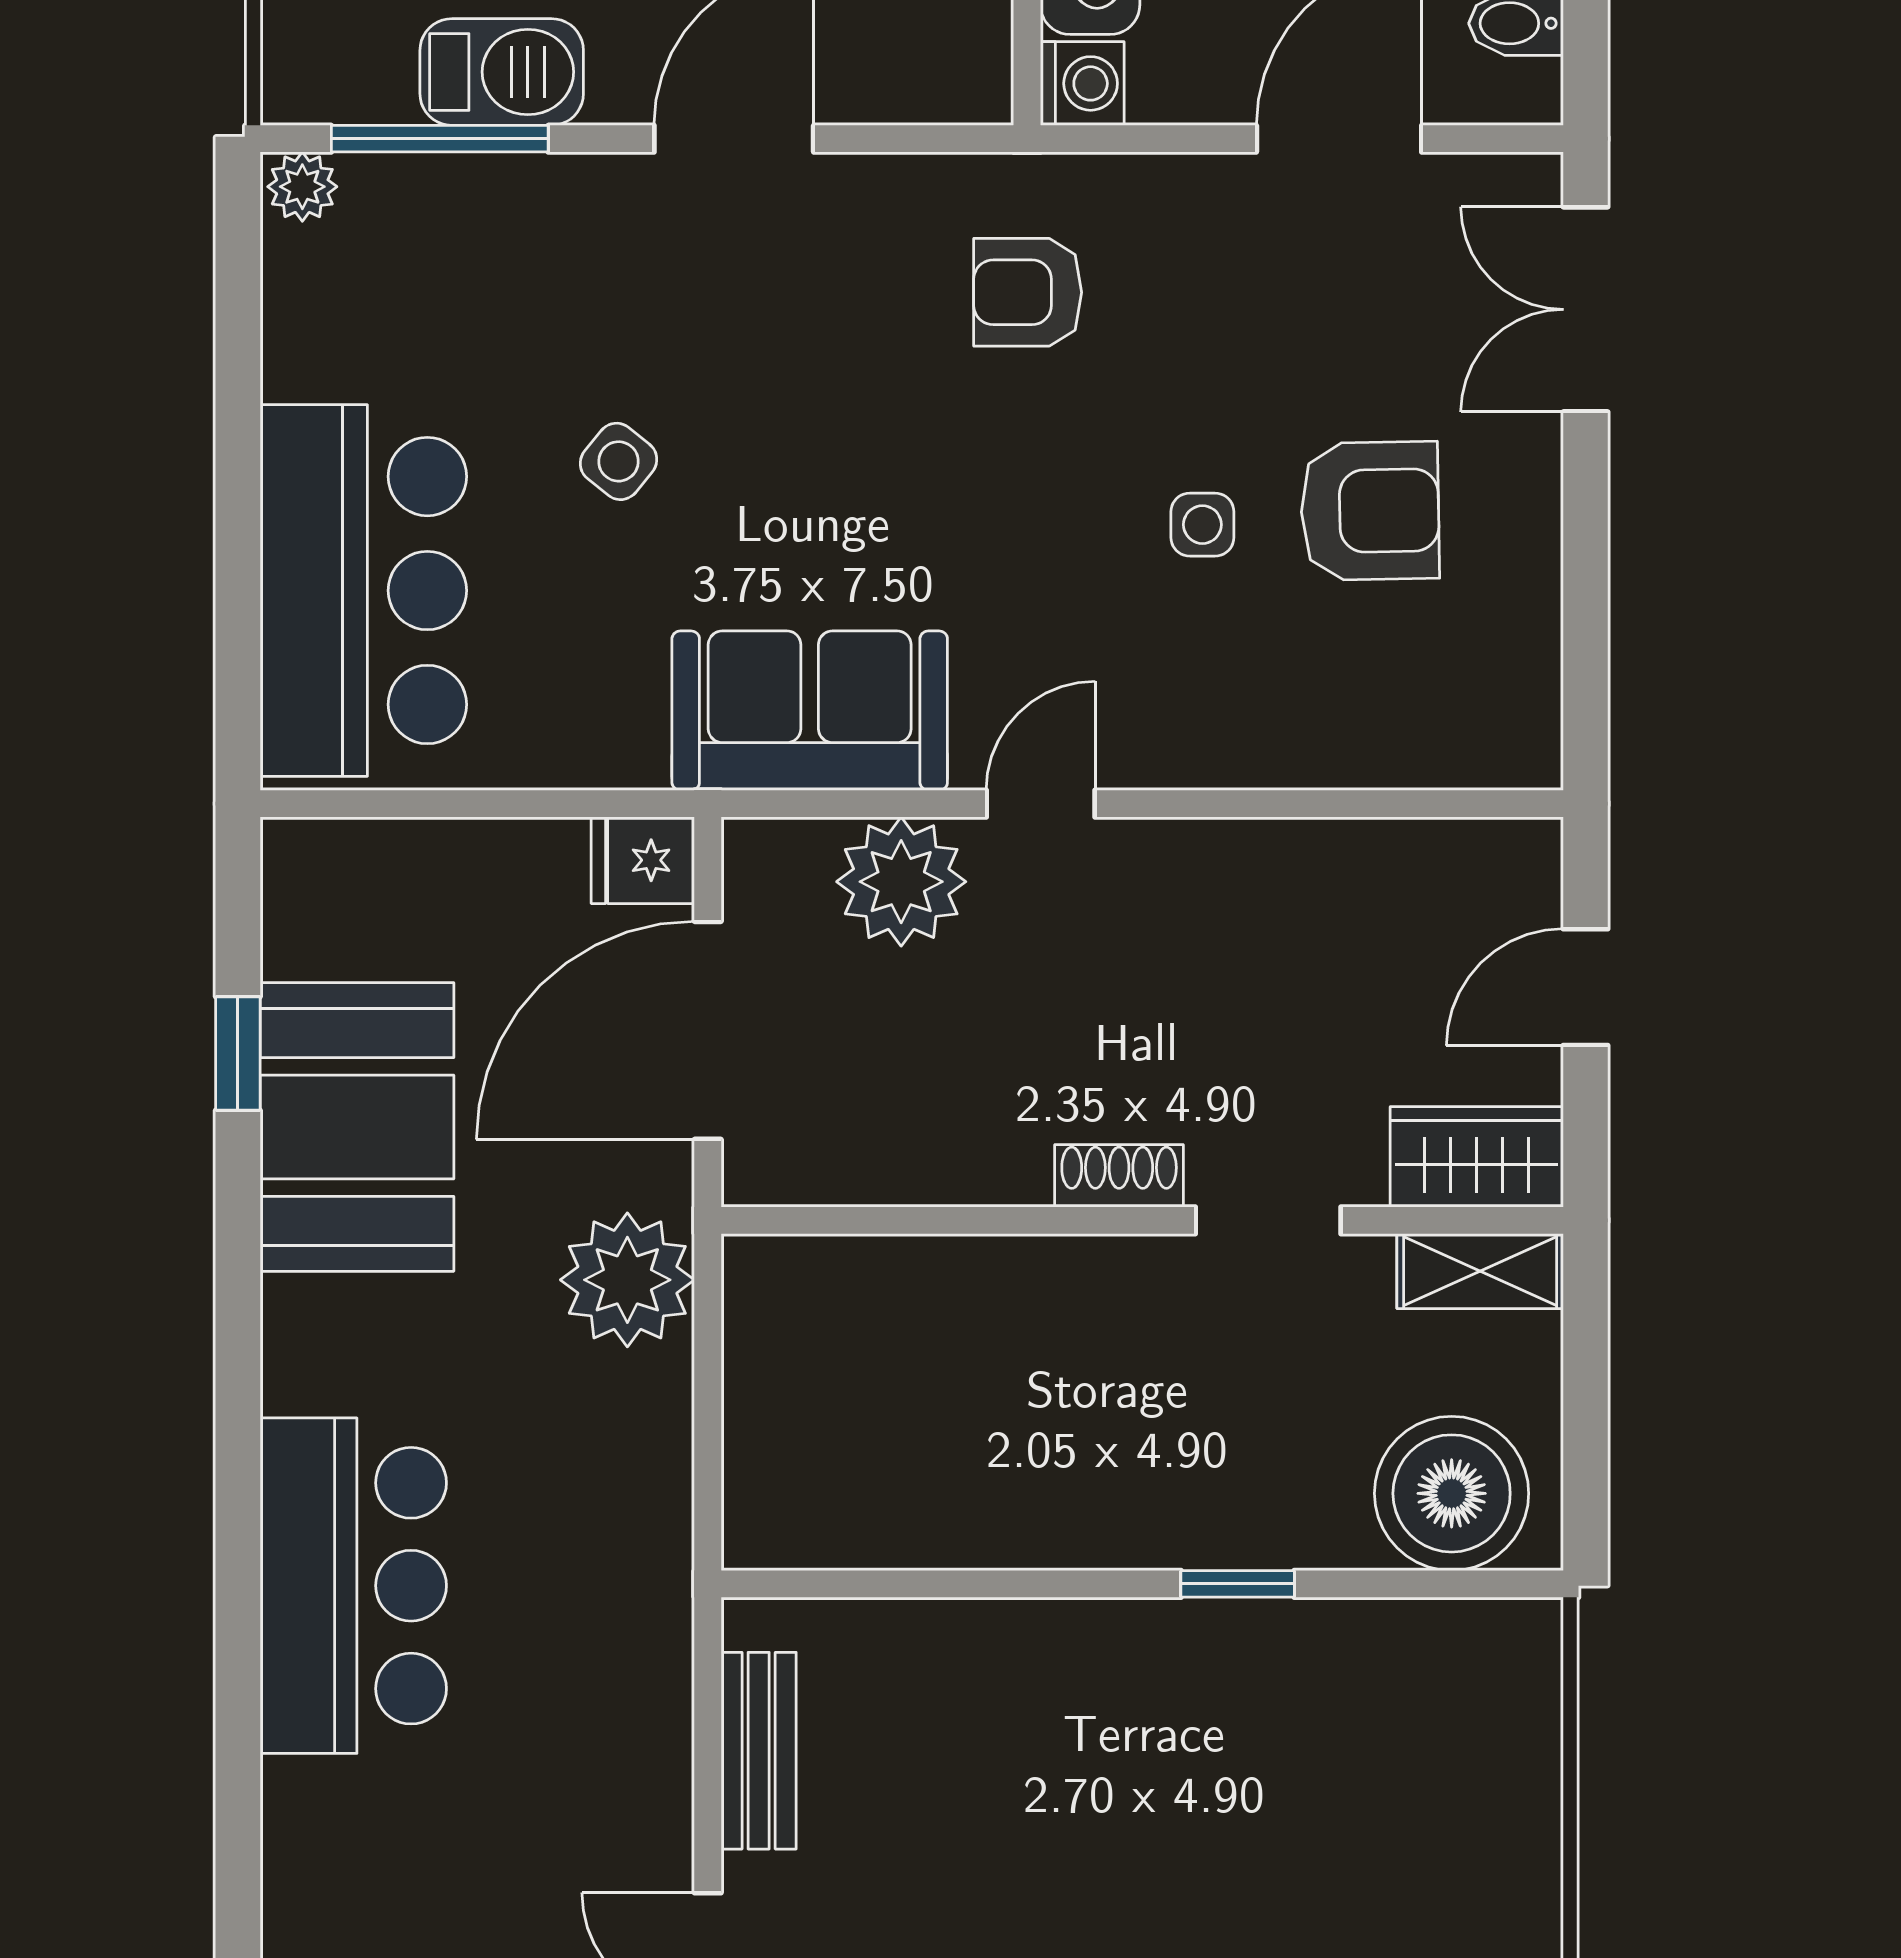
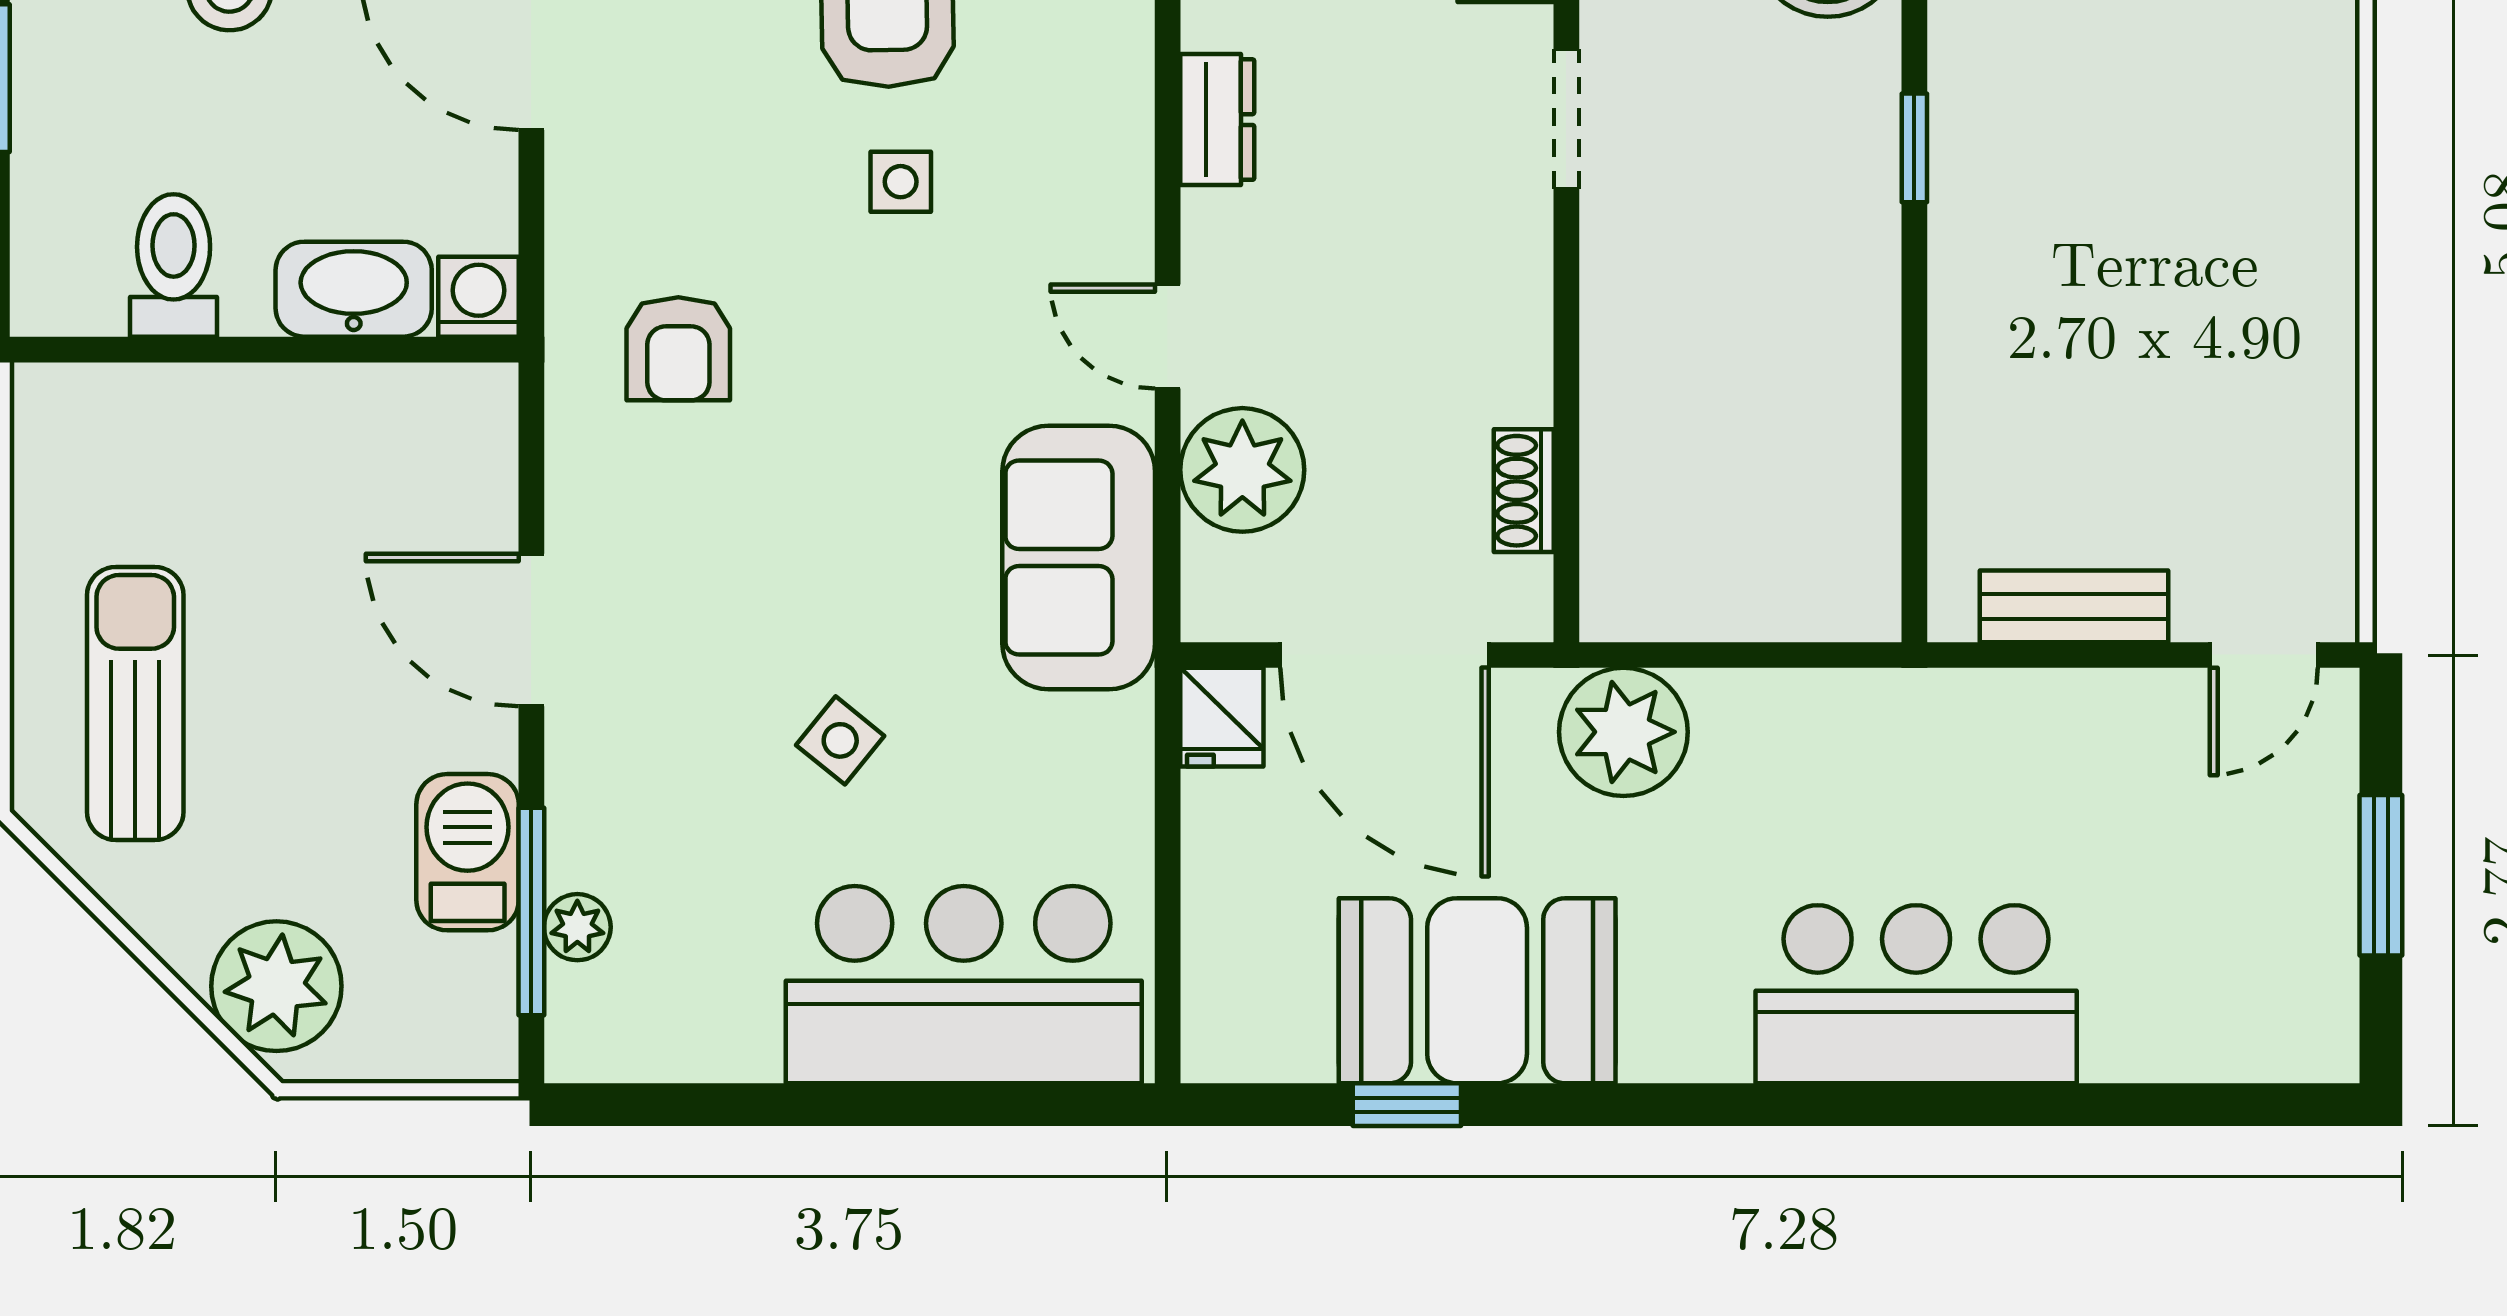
plant: (302, 187) -> (577, 927), moved
dresser: (1267, 856) -> (1217, 120), added
shoe rack: (1119, 1176) -> (1524, 491), moved

